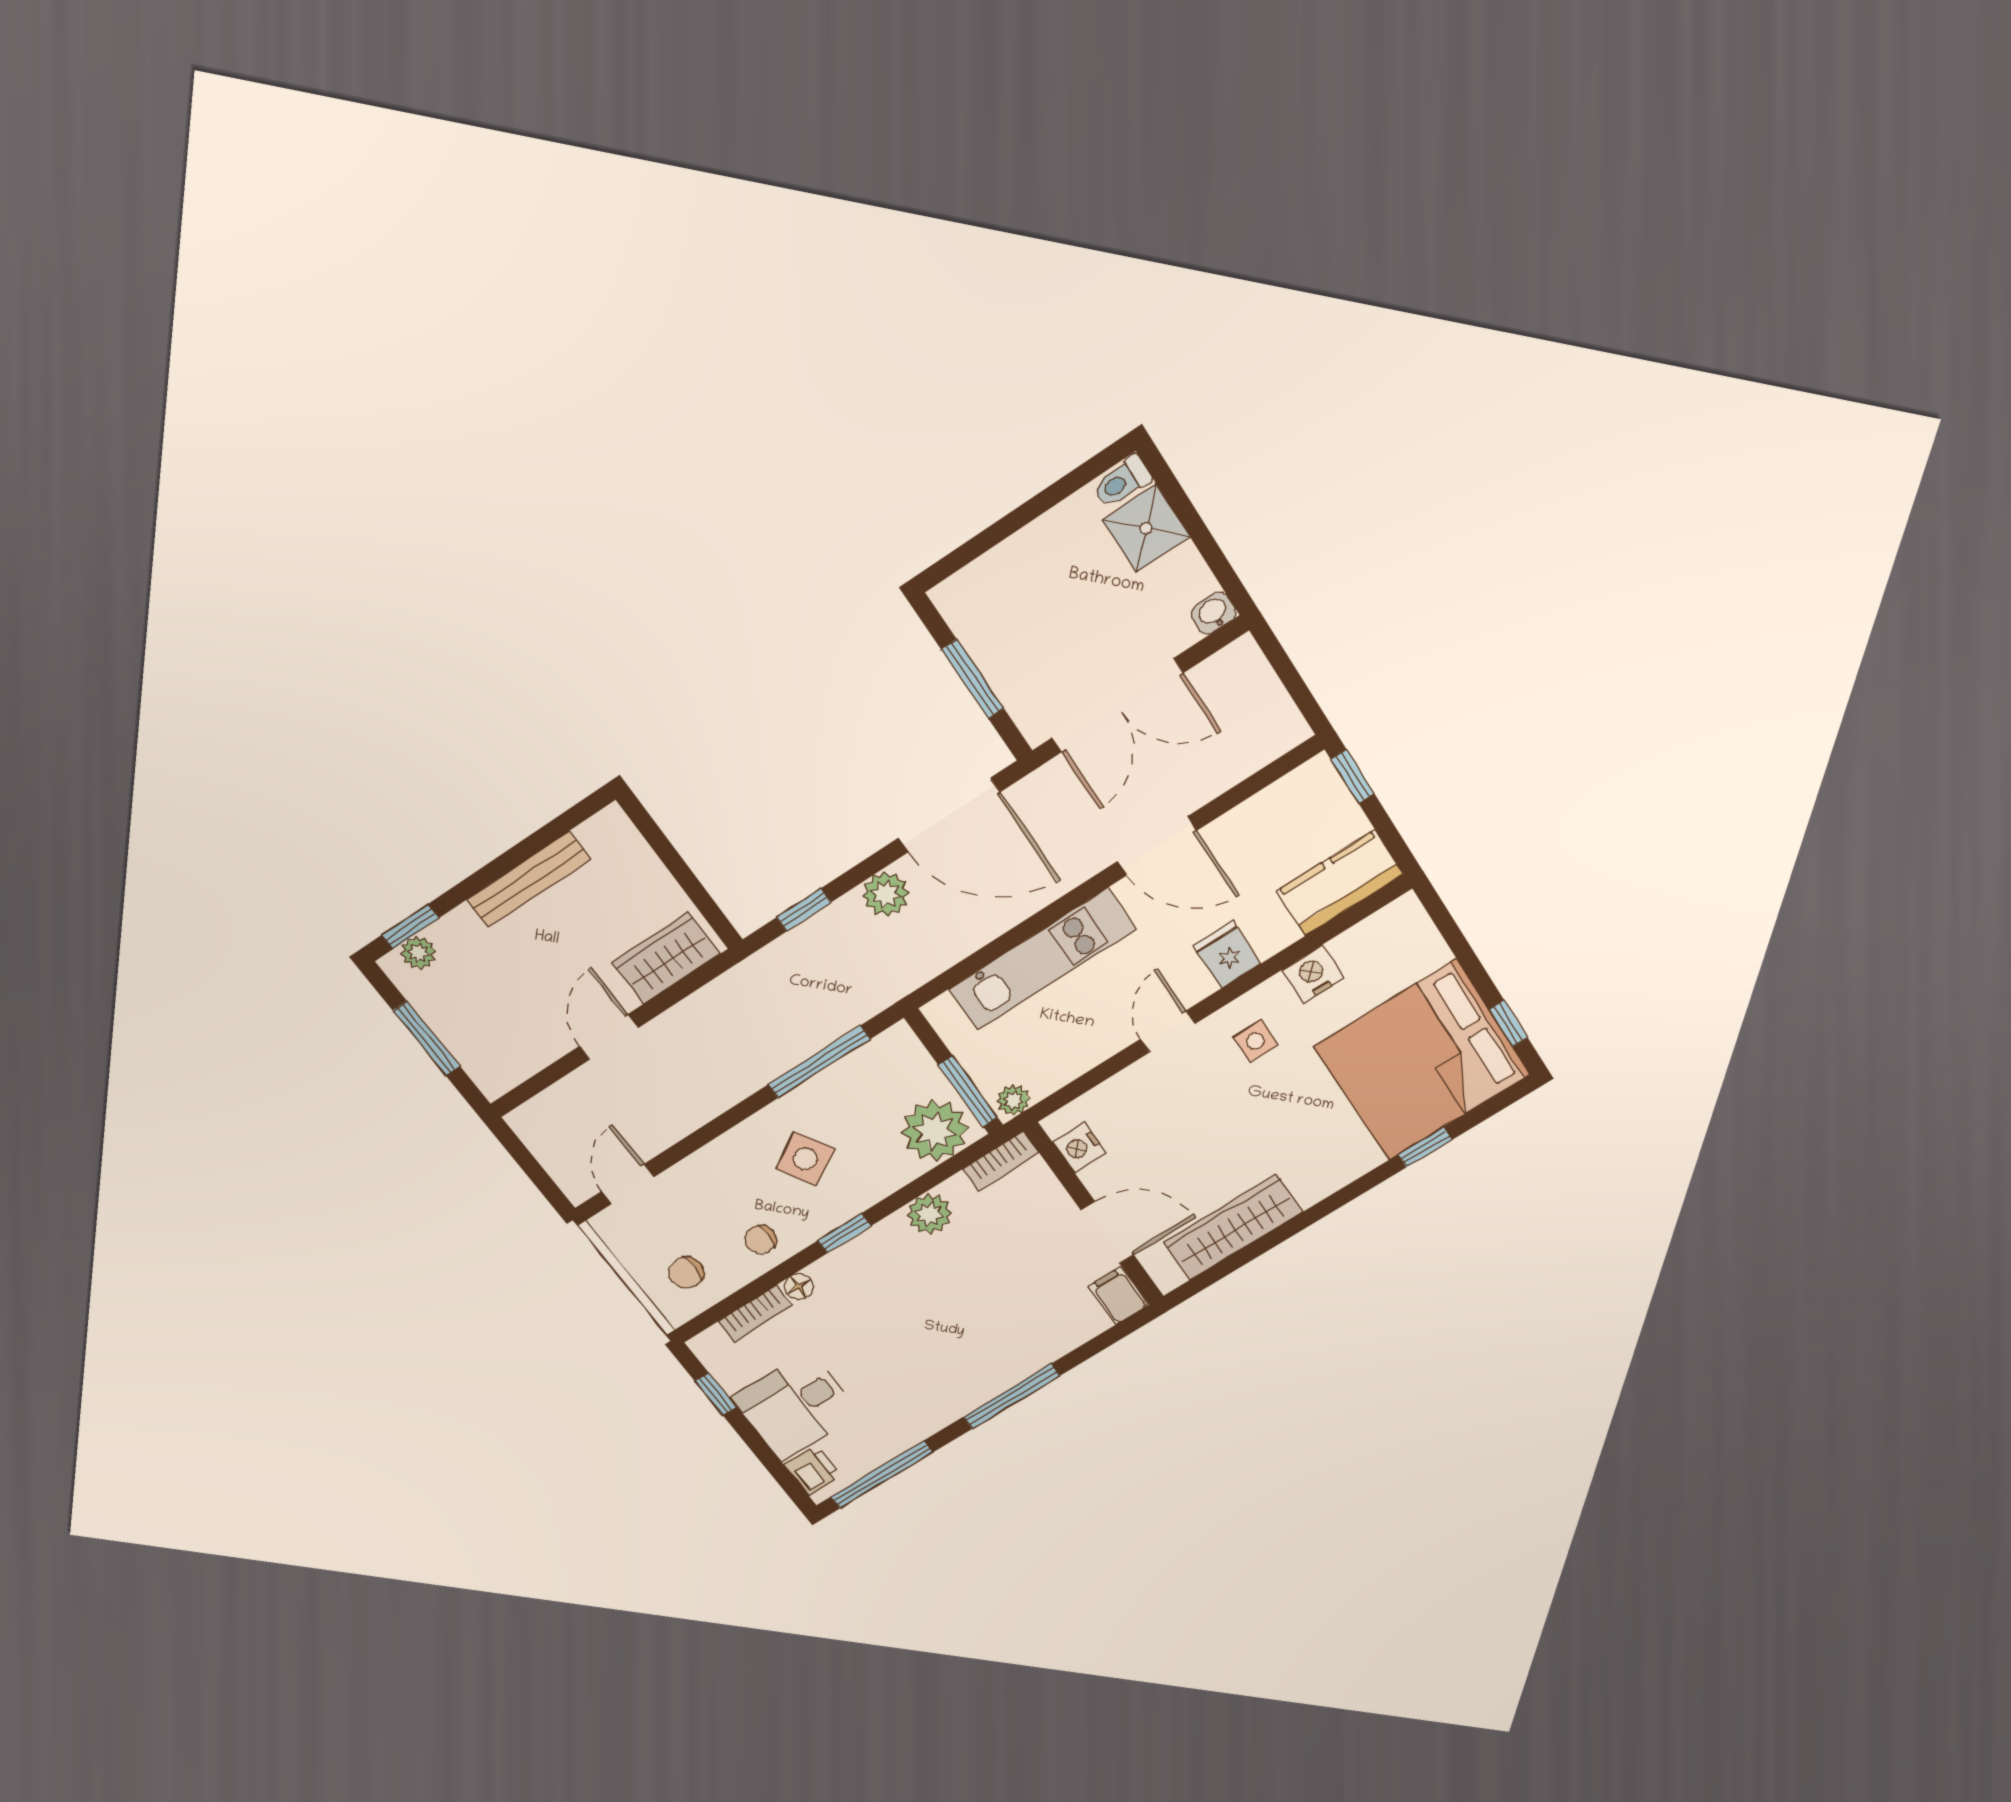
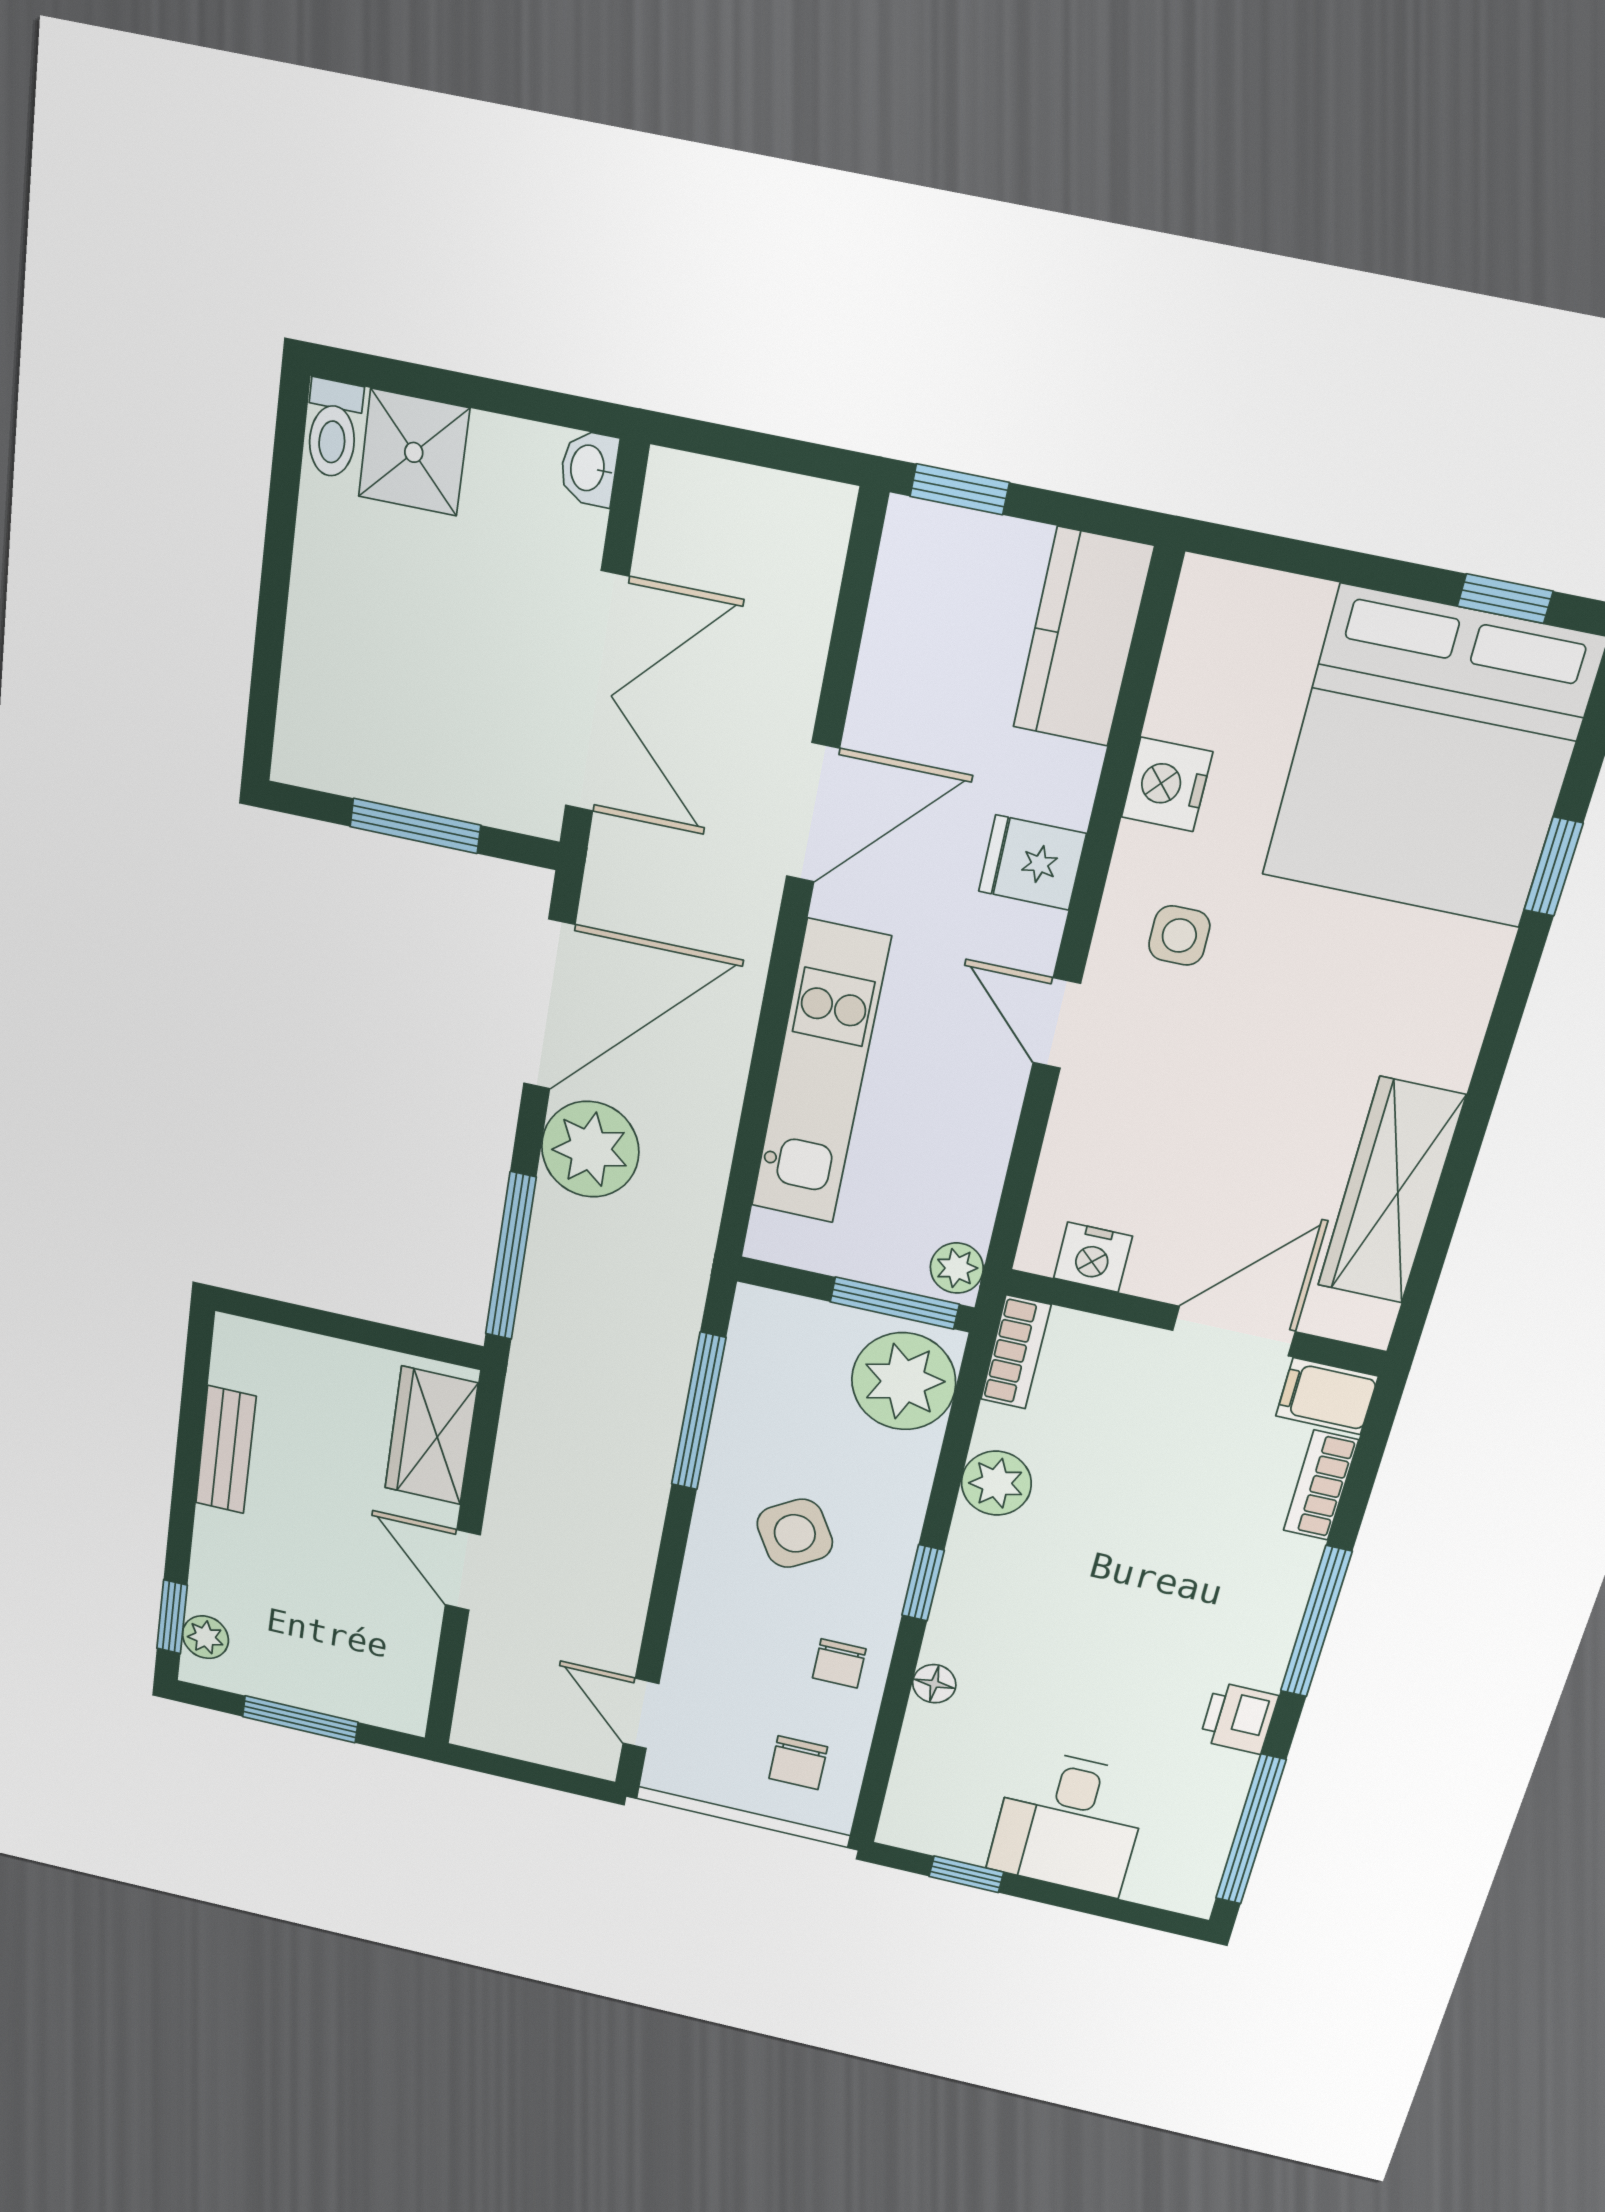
bench: (528, 879) -> (226, 1450), width x0.73
plant: (886, 894) -> (590, 1149), width x1.36, depth x1.36
window: (804, 910) -> (511, 1256), width x2.17
bookcase: (755, 1314) -> (1321, 1485), moved, turned 180
printer: (813, 1470) -> (1239, 1718), moved, turned -90

